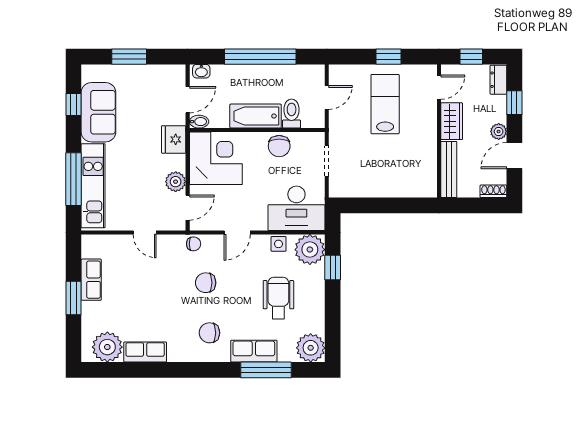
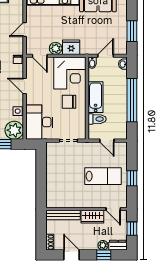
window: (129, 57) -> (132, 31), moved
door: (188, 100) -> (106, 56), swing flipped
plant: (499, 131) -> (103, 245), moved
fridge: (174, 139) -> (71, 47), moved
chair: (279, 146) -> (69, 102), moved

